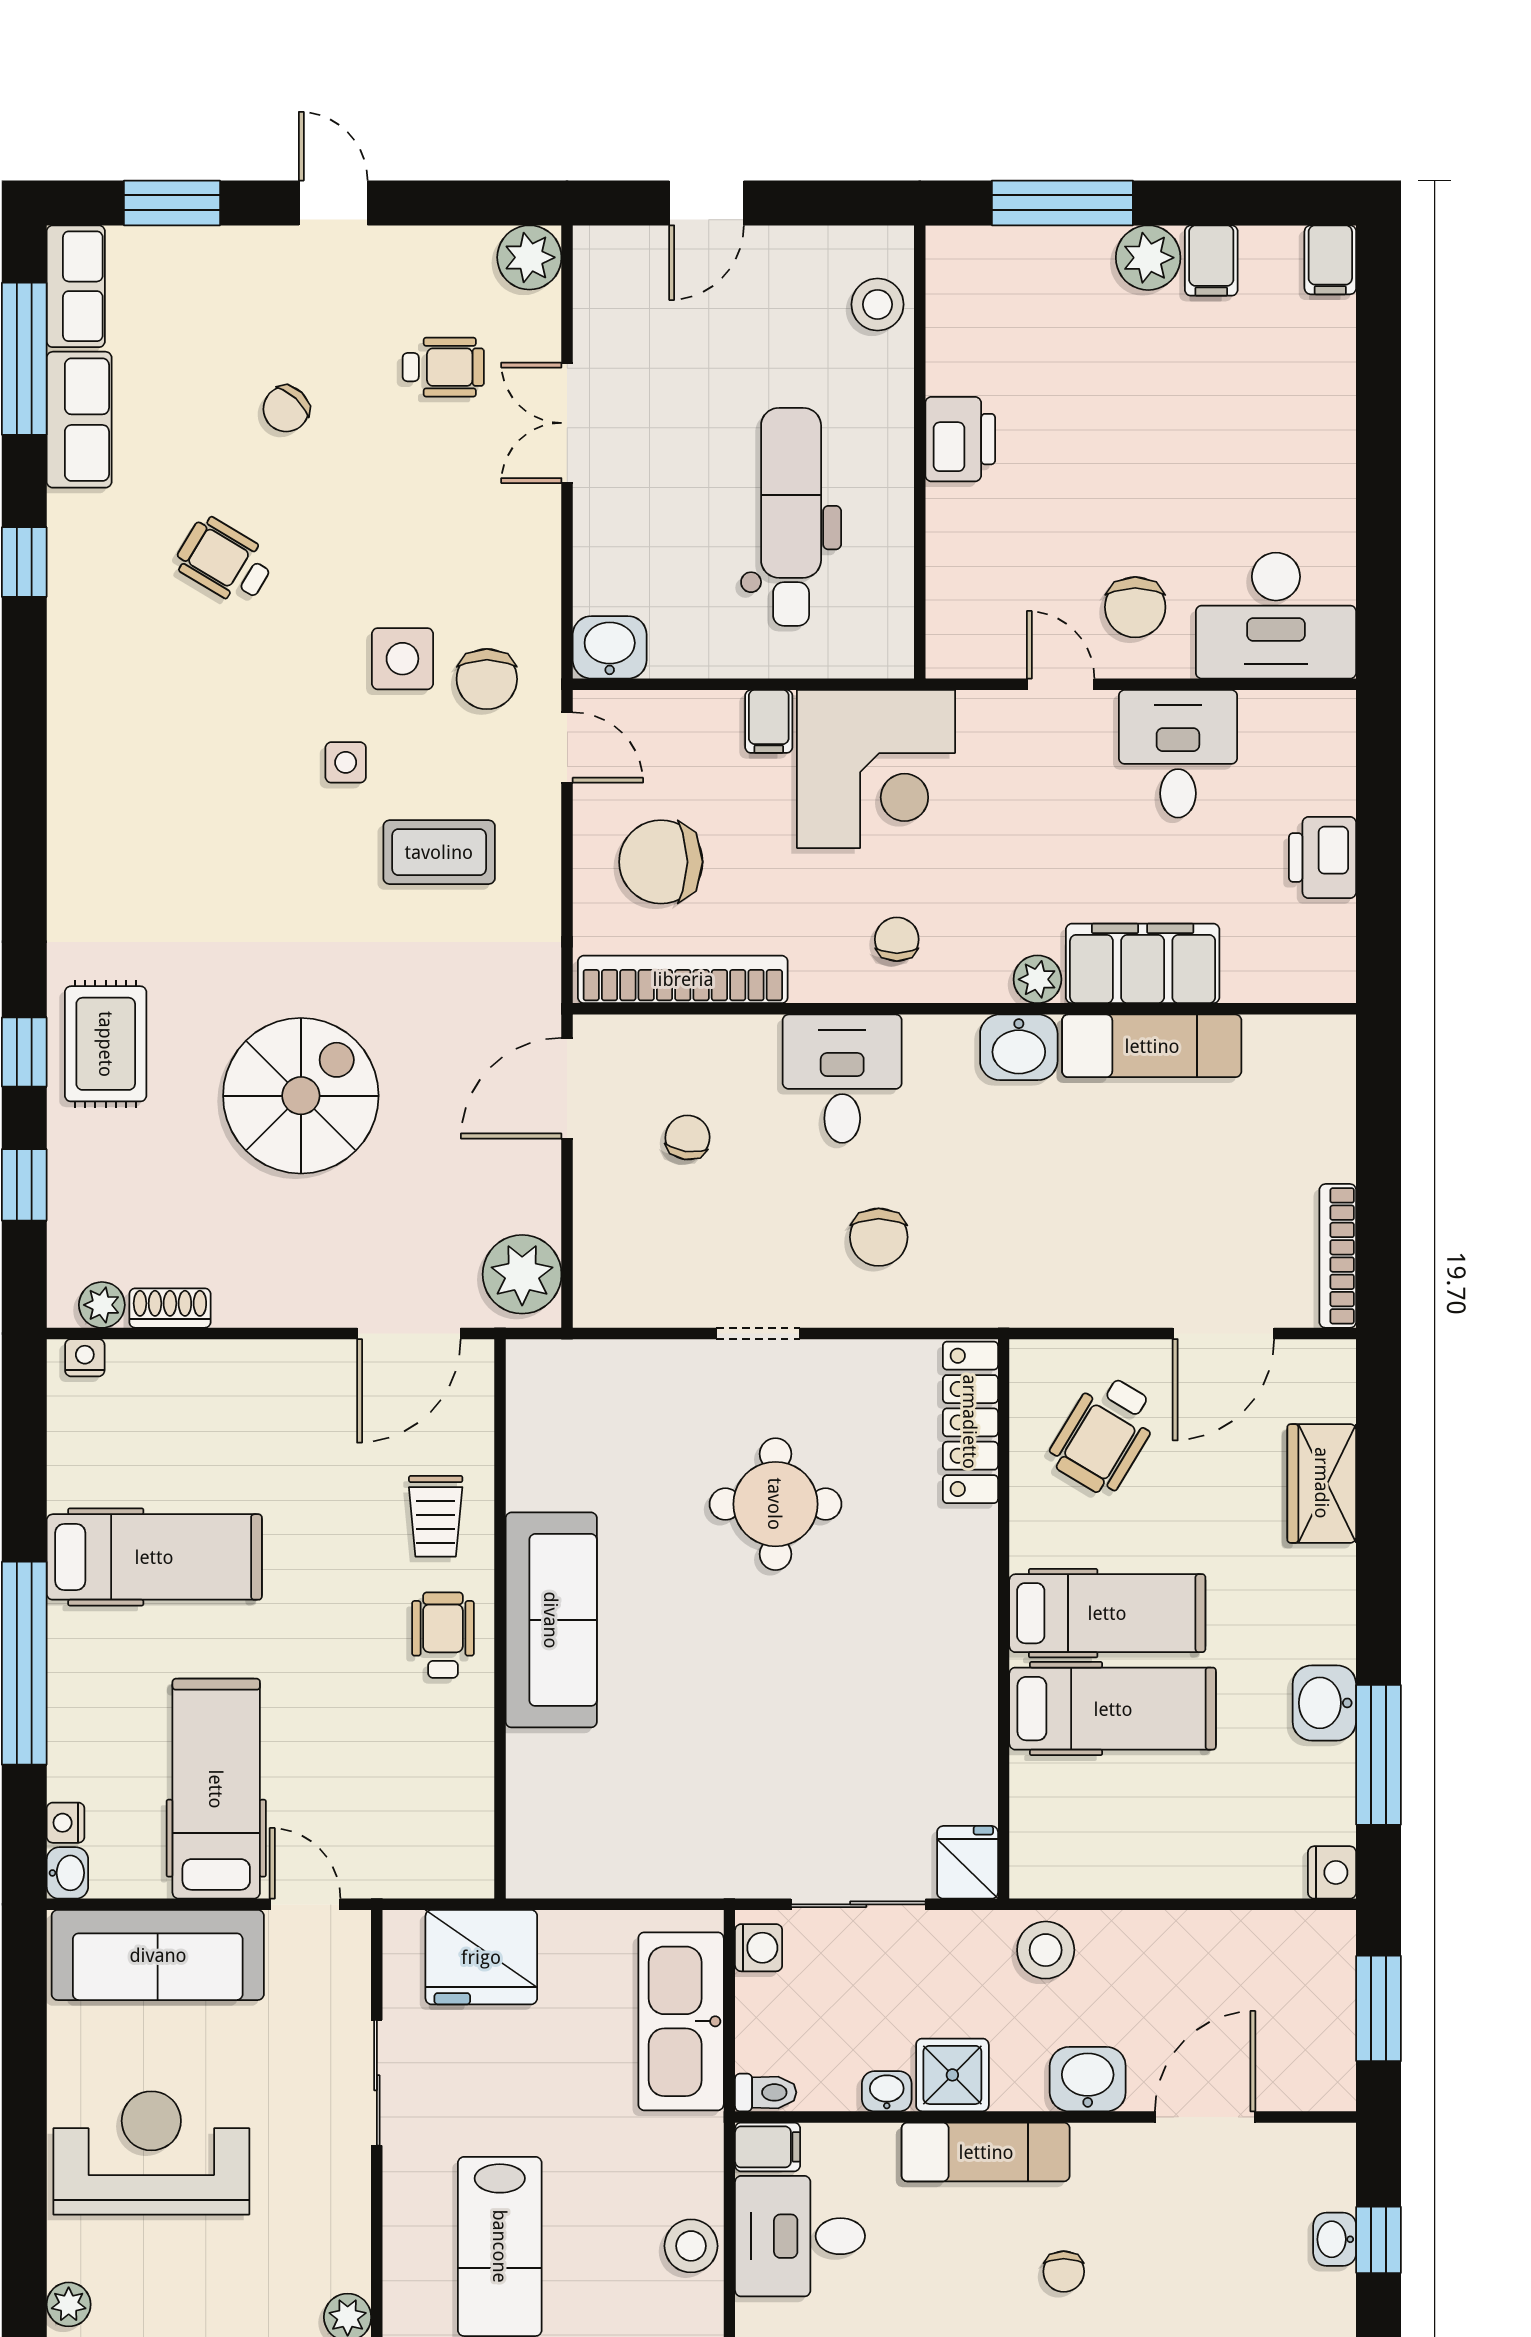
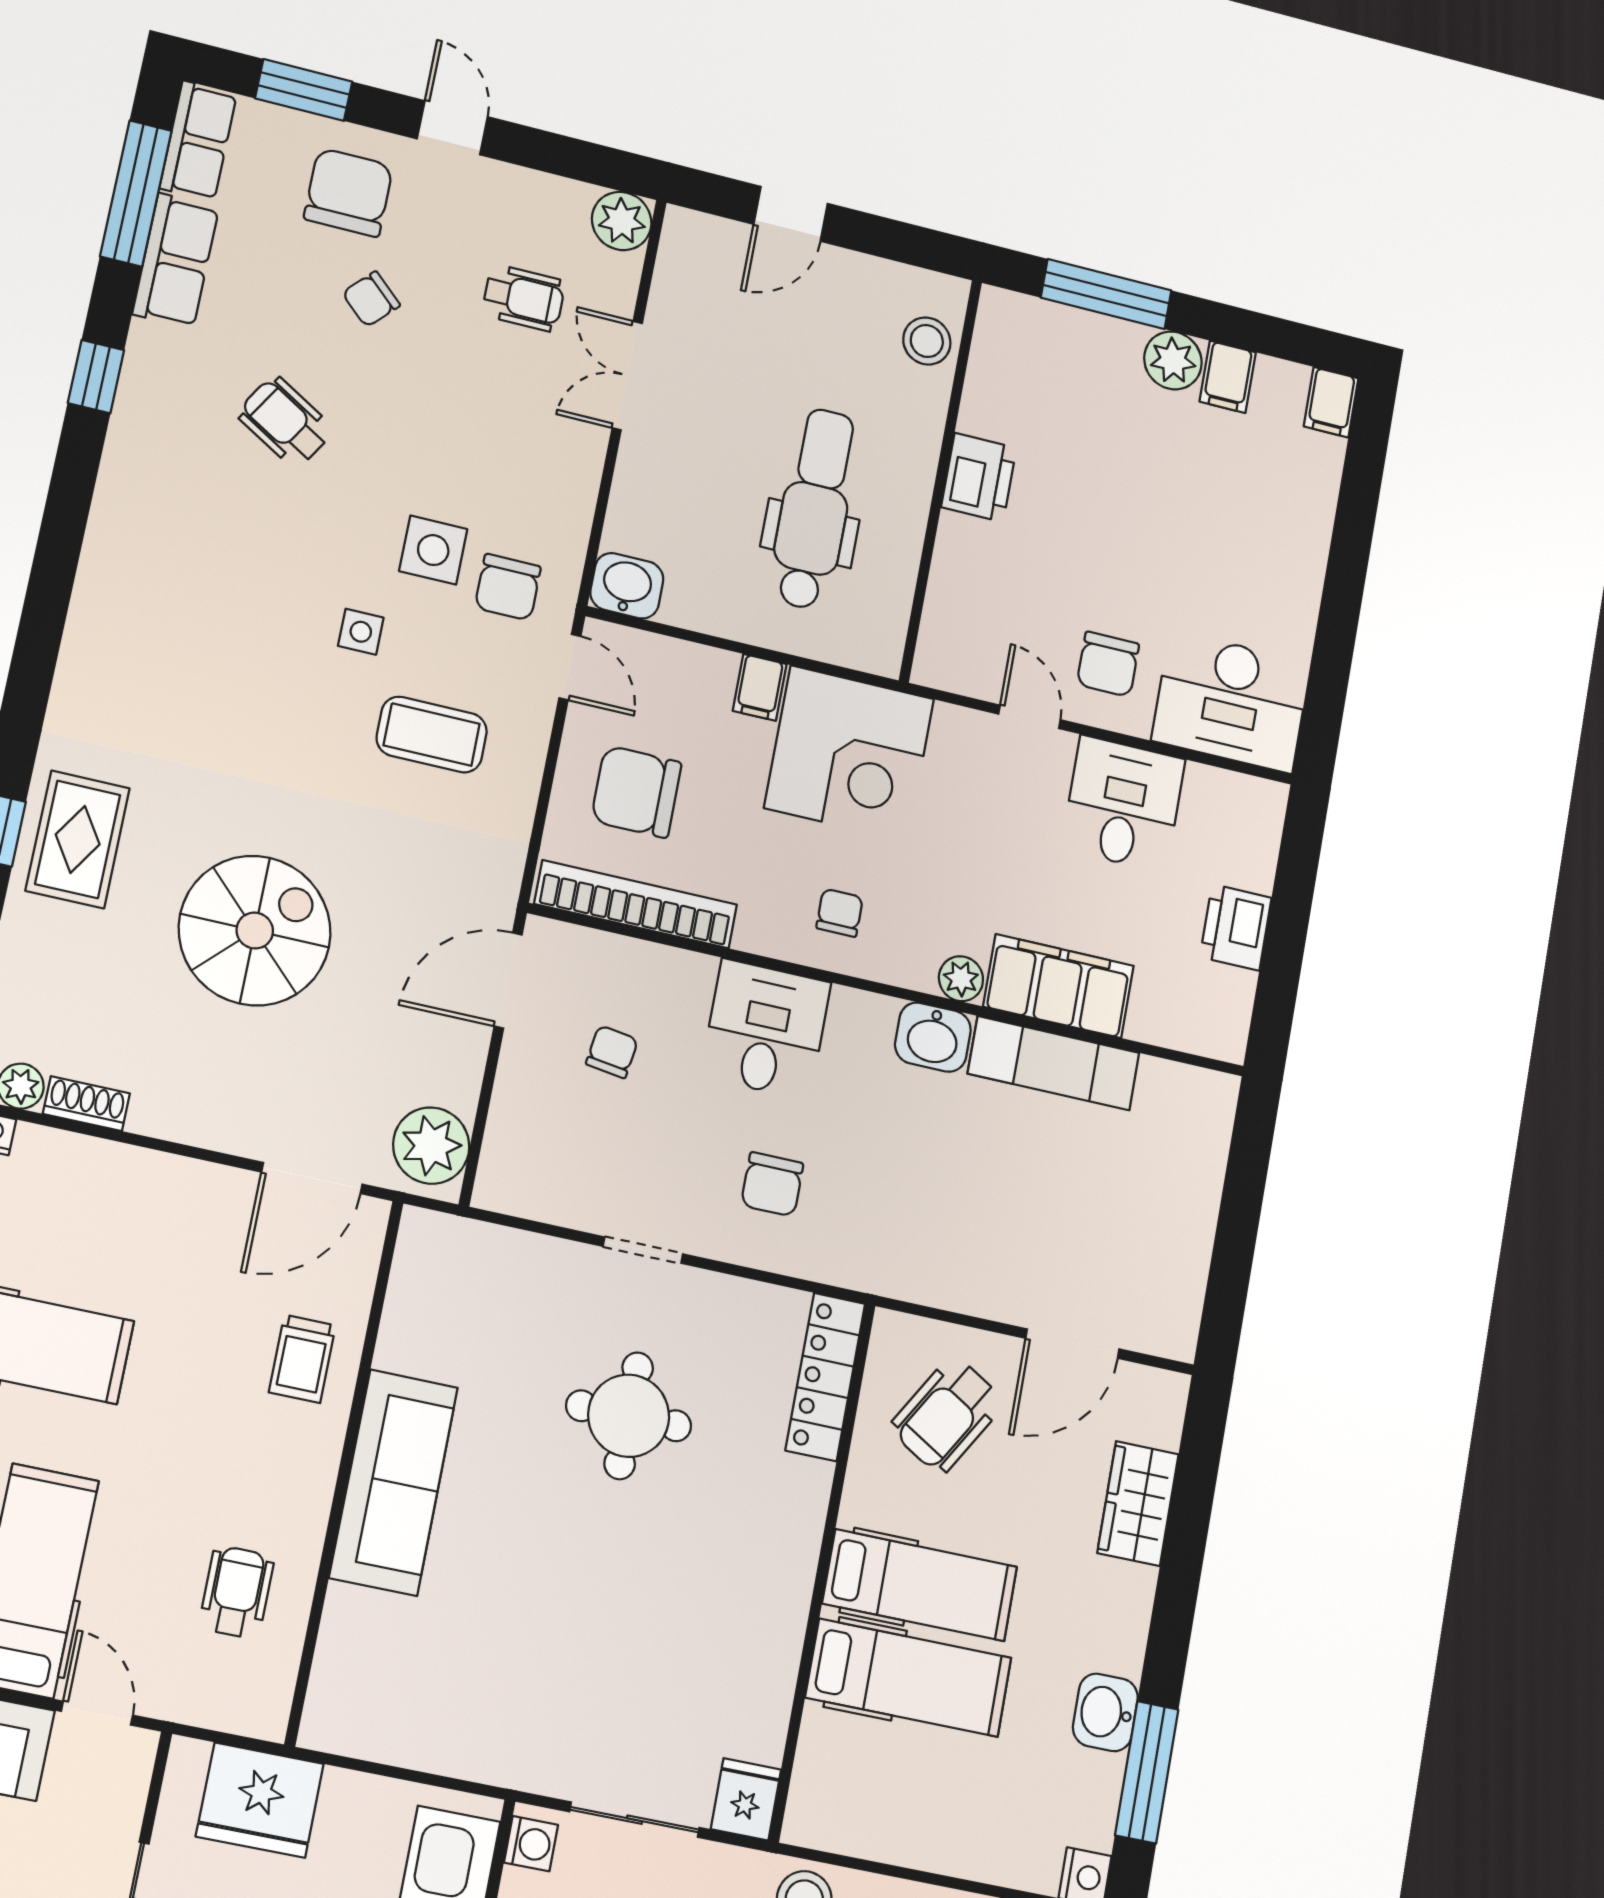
chair: (240, 301) -> (348, 192), added
bookcase: (1338, 1256) -> (1188, 1294), removed
wheelchair: (443, 1635) -> (237, 1592), moved

